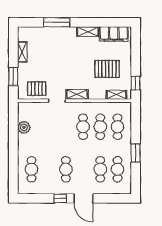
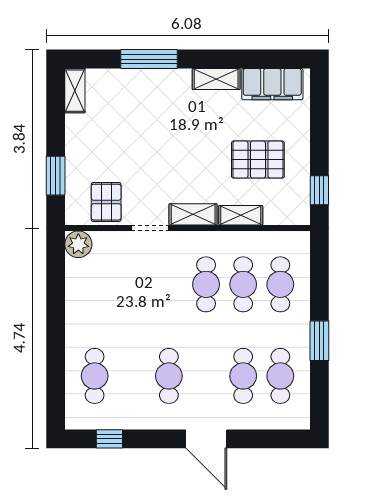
shelving: (22, 52) -> (75, 91), moved
pallet: (37, 89) -> (106, 202), turned 90
shelving: (116, 95) -> (241, 215), moved
plant: (24, 127) -> (78, 244), moved
window: (60, 198) -> (109, 439), moved

